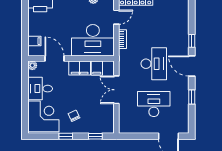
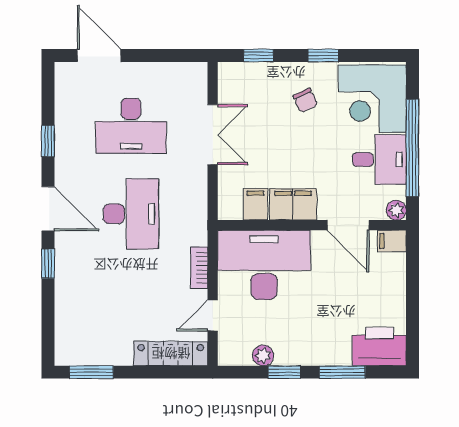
filing cabinet: (34, 41) -> (392, 241), moved
desk: (154, 64) -> (131, 214), turned 180
double door: (116, 90) -> (213, 135), moved
window: (25, 94) -> (412, 148), added

